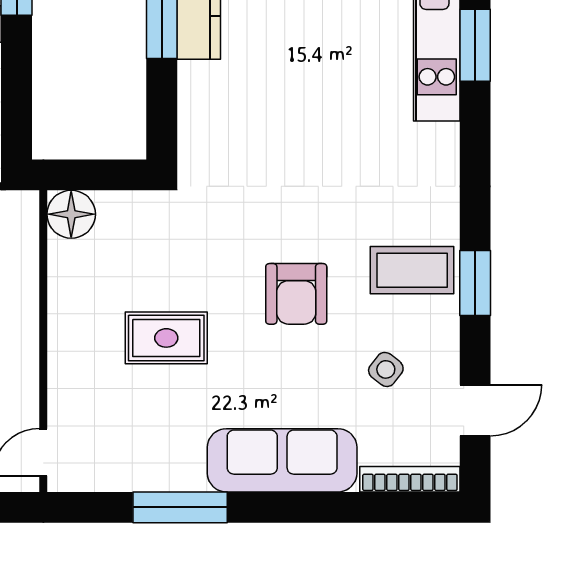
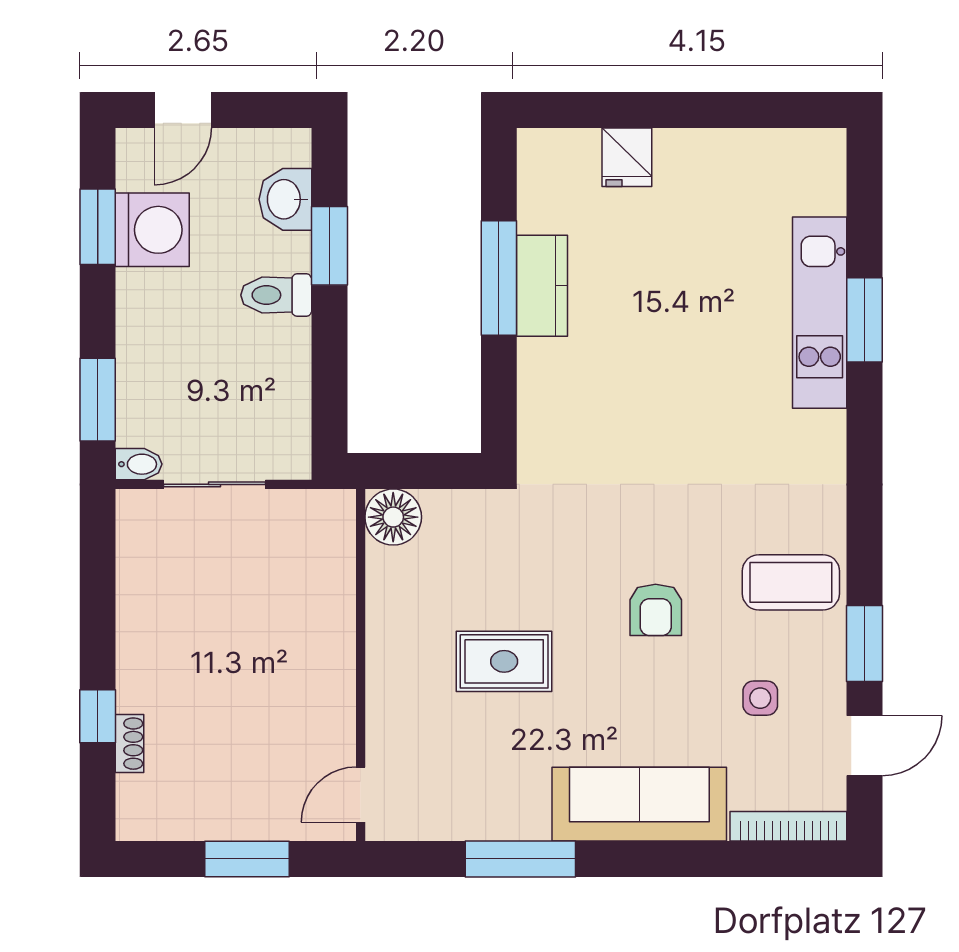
window: (475, 283) -> (864, 644), moved
armchair: (296, 294) -> (656, 610), width x0.72, depth x0.72
side table: (386, 369) -> (760, 698), turned -38

